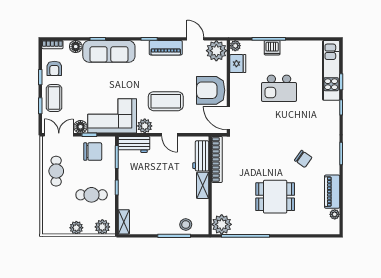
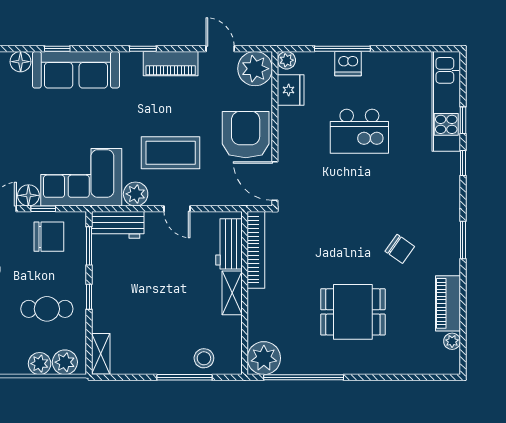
armchair: (211, 90) -> (246, 135), turned 90
plant: (76, 228) -> (40, 364), moved

